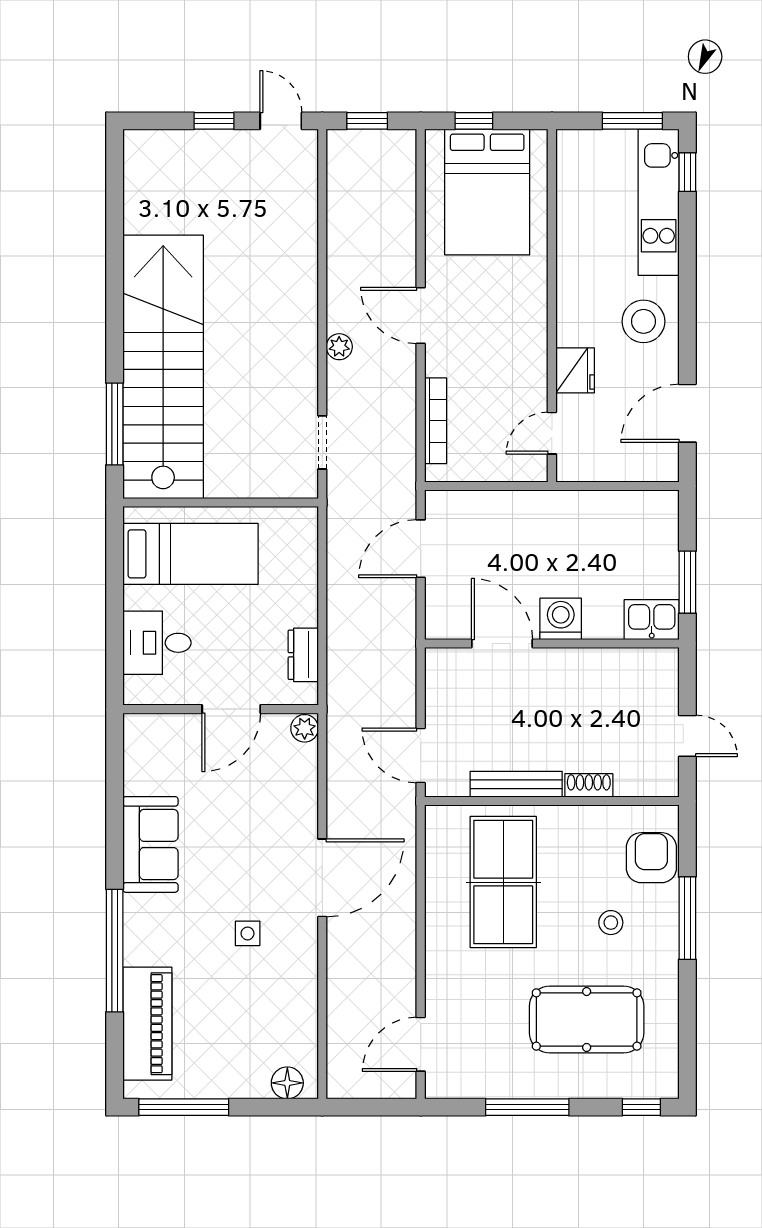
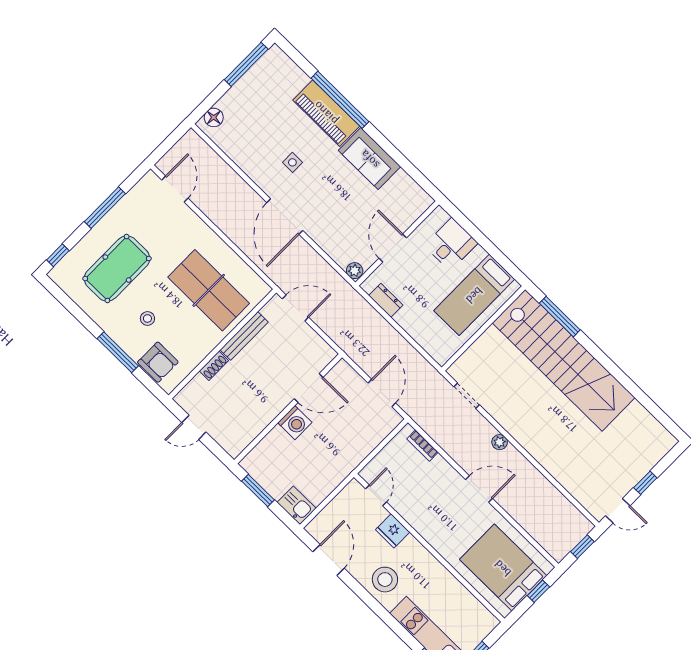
bookcase: (436, 421) -> (423, 445), width x0.64
kitchen sink: (652, 620) -> (297, 505), moved, turned -90
piano: (147, 1024) -> (326, 113), moved

